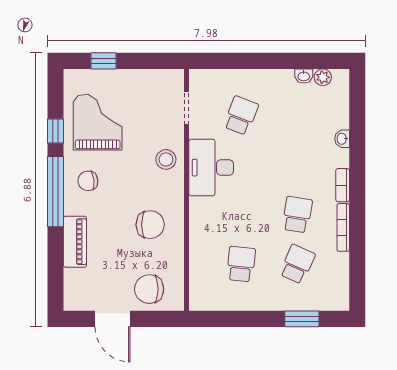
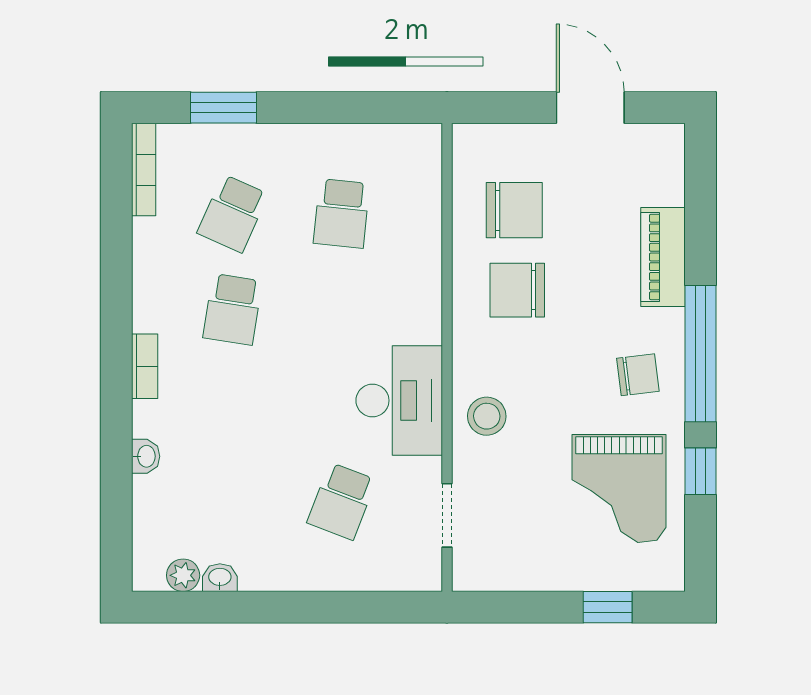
bookcase: (343, 227) -> (144, 170), moved
chair: (149, 289) -> (514, 210), moved

